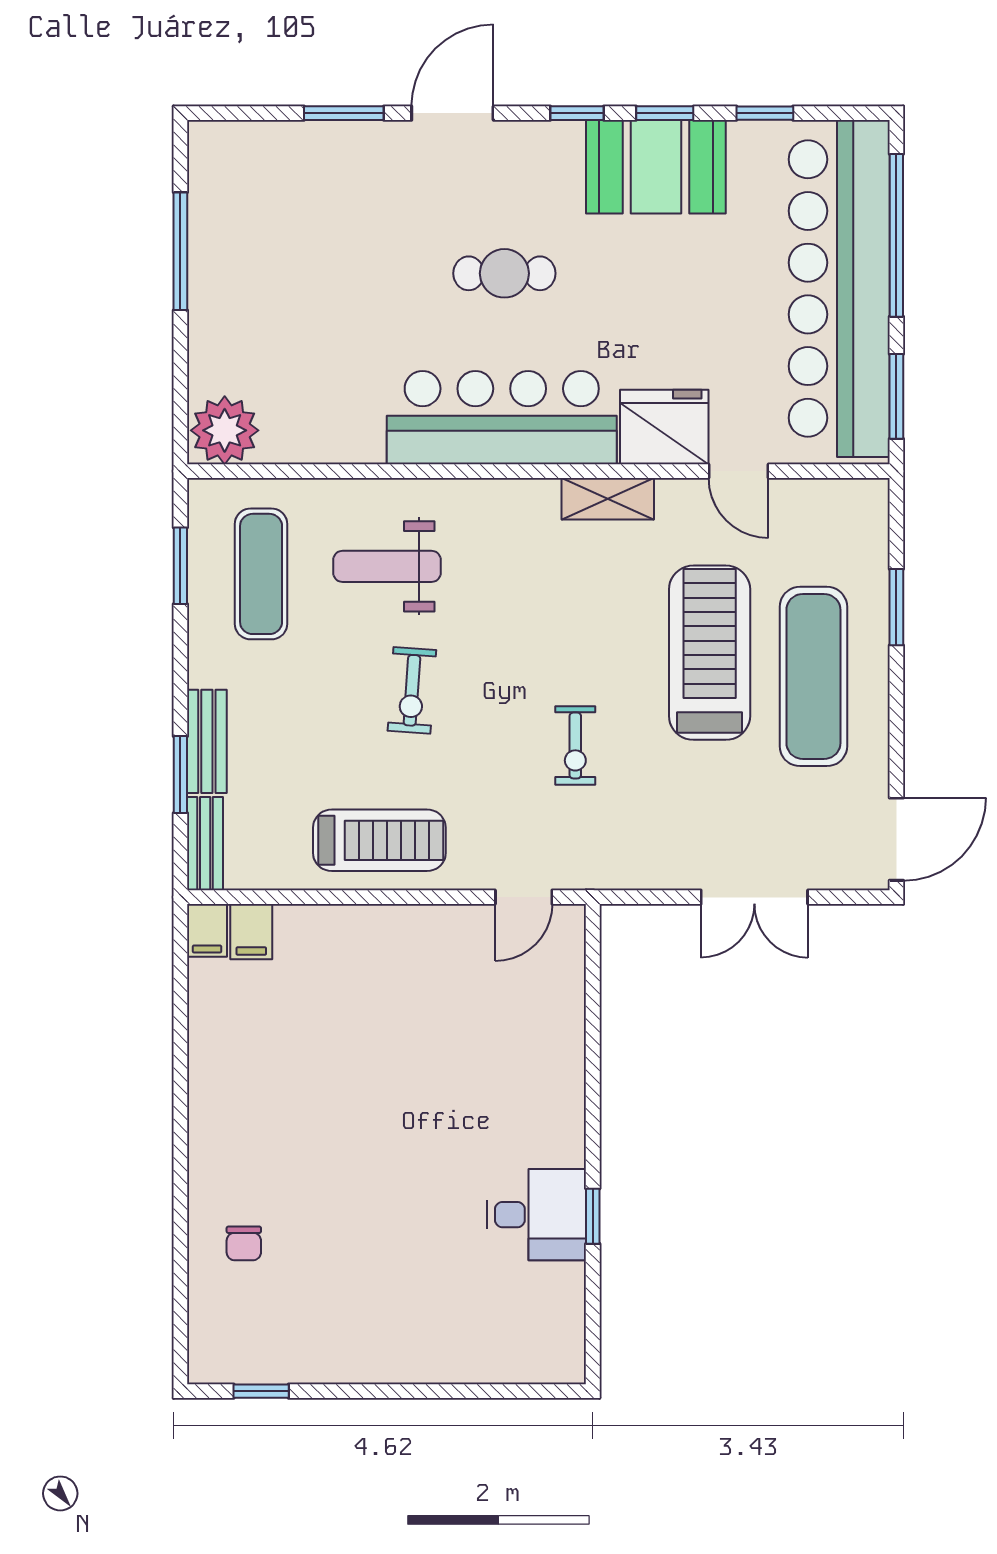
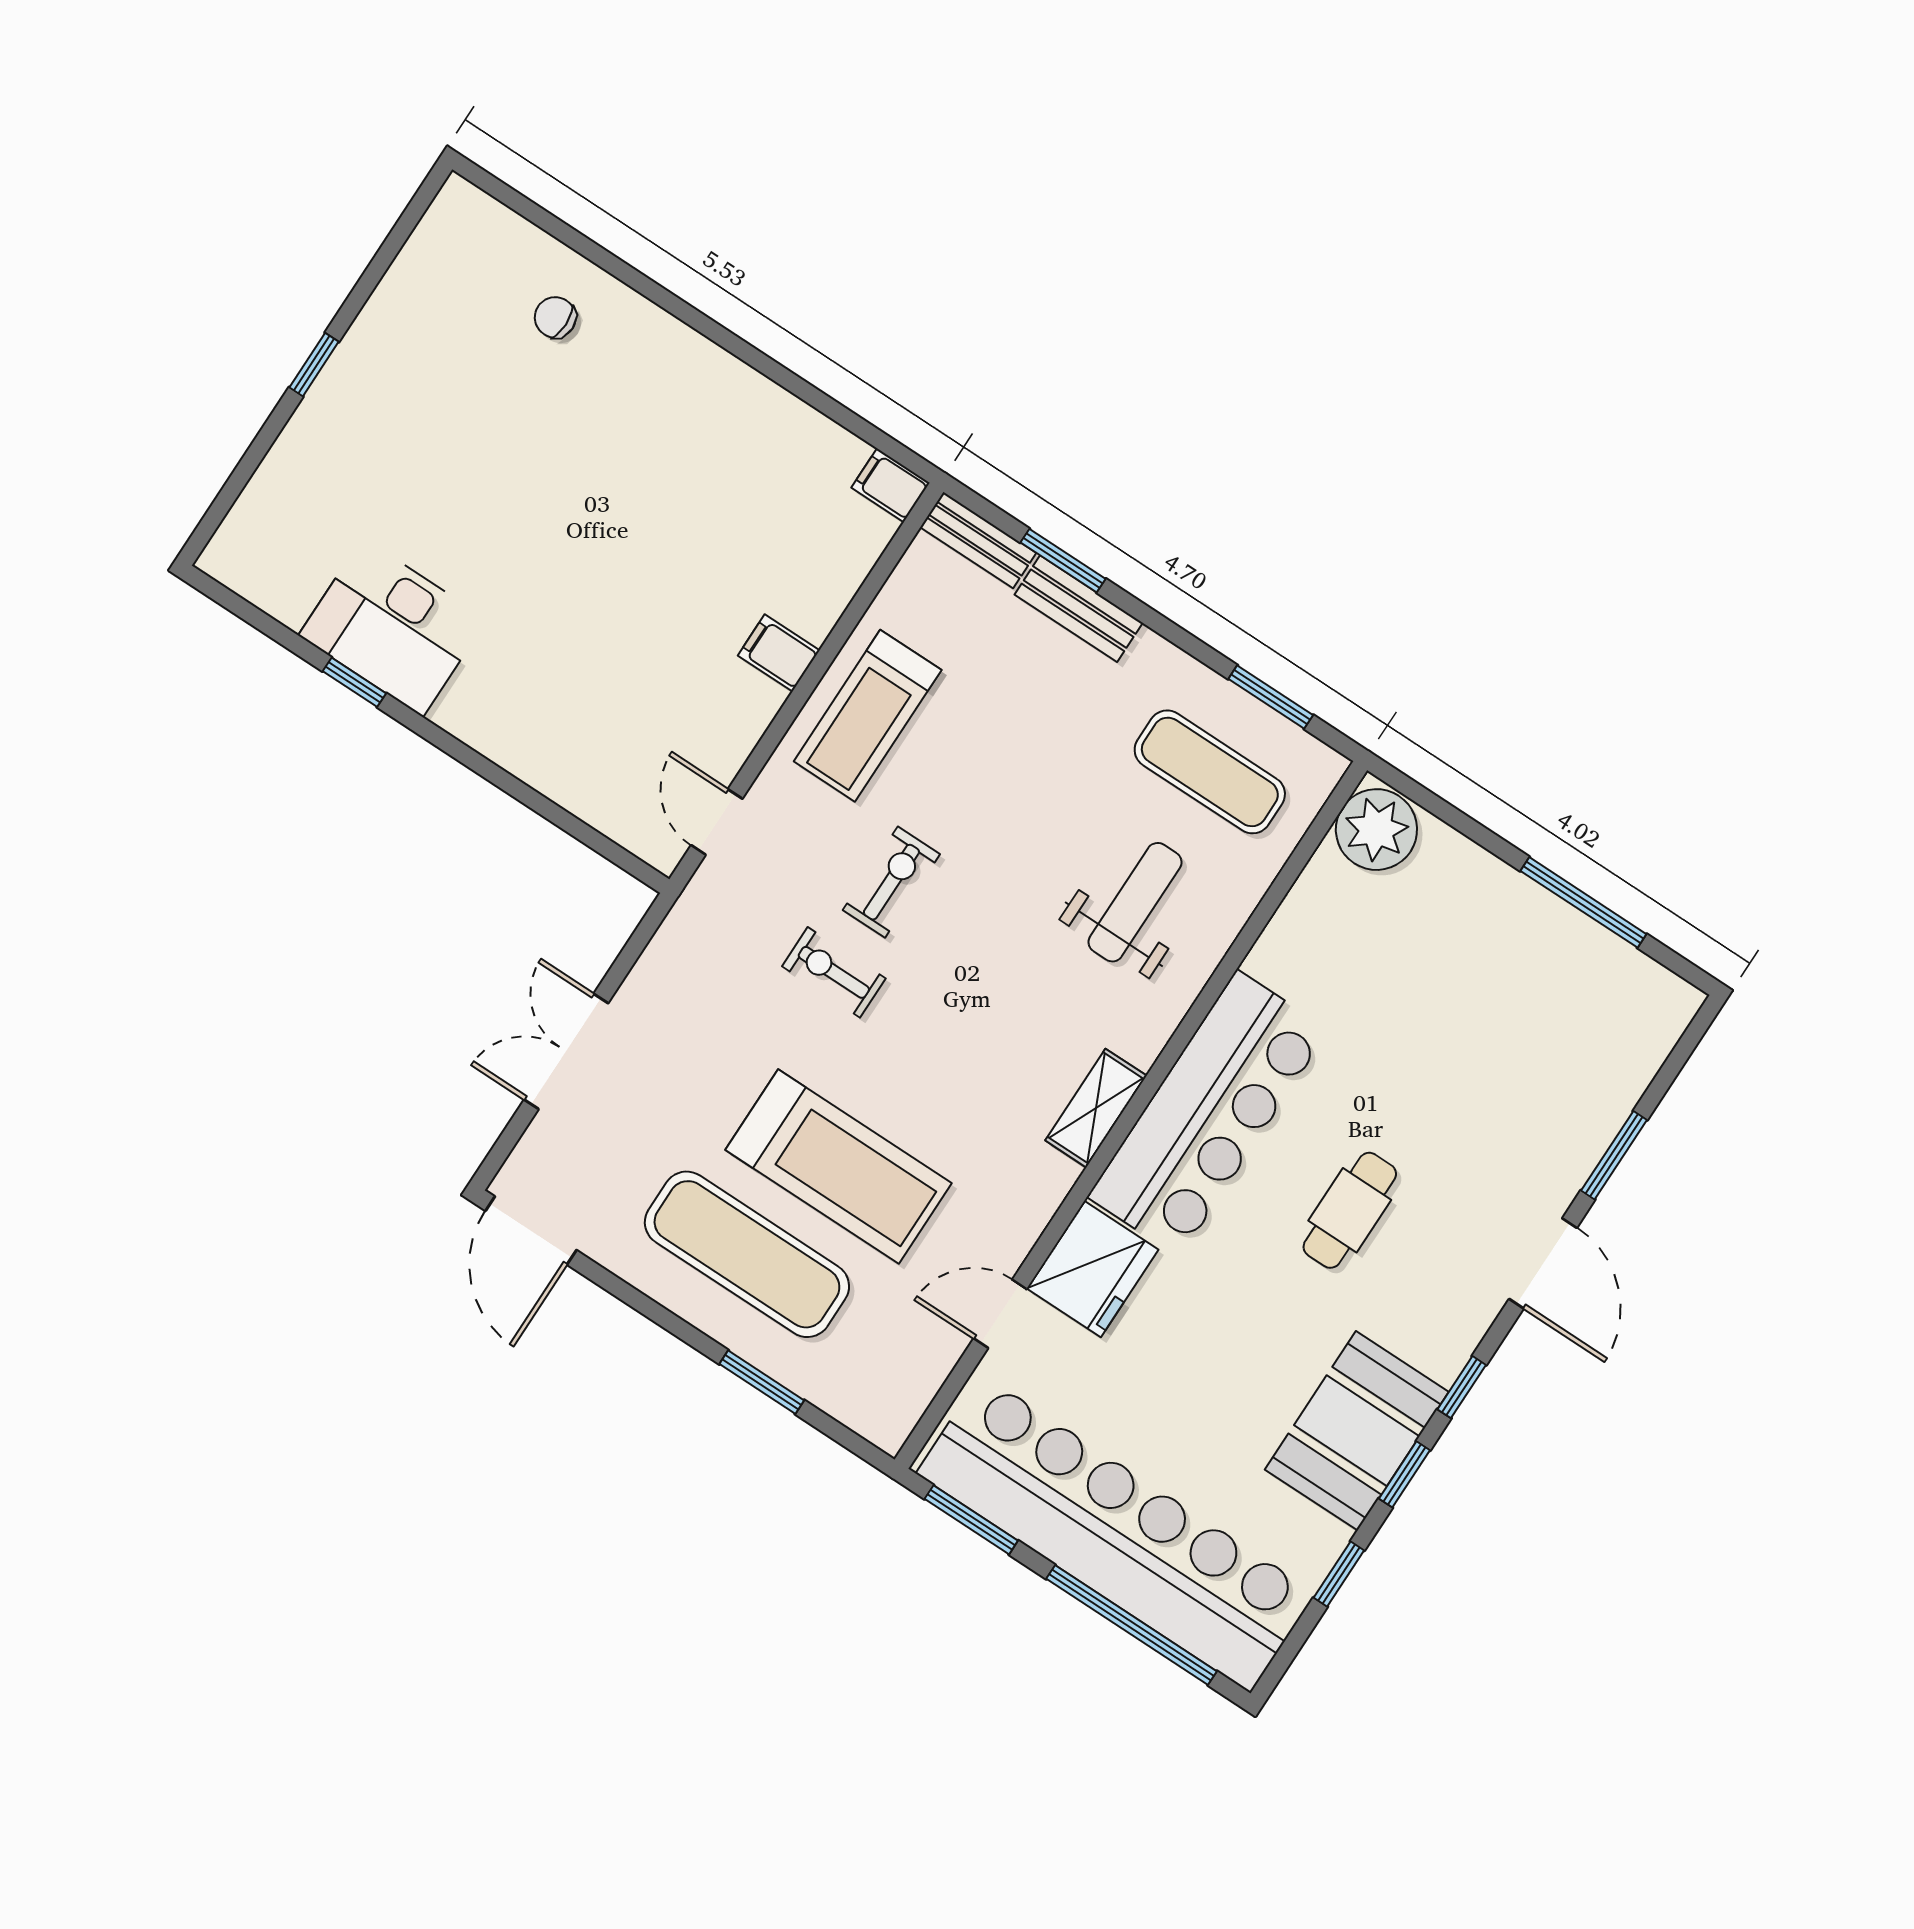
shelving: (608, 499) -> (1096, 1108), moved
exercise bike: (412, 690) -> (891, 882), moved, turned 86
filing cabinet: (251, 932) -> (779, 653), moved
desk: (537, 1215) -> (393, 627), width x1.37
window: (261, 1391) -> (314, 365), moved

